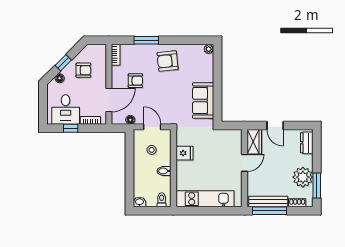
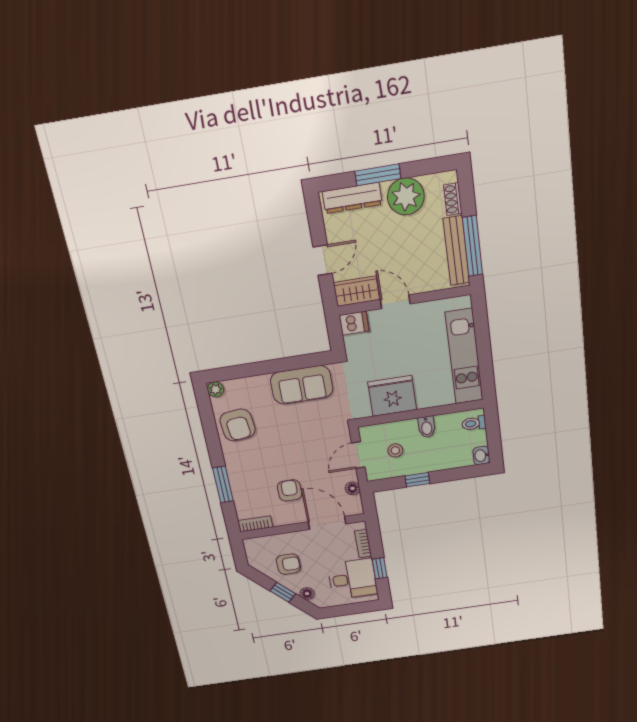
armchair: (168, 61) -> (238, 425), moved
armchair: (83, 70) -> (288, 564), turned 90
dishwasher: (236, 137) -> (354, 323), added
dresser: (307, 143) -> (352, 198), width x1.44
fridge: (184, 153) -> (392, 396), width x1.88, depth x1.34
window: (130, 161) -> (417, 480), added
window: (317, 185) -> (378, 175), moved

